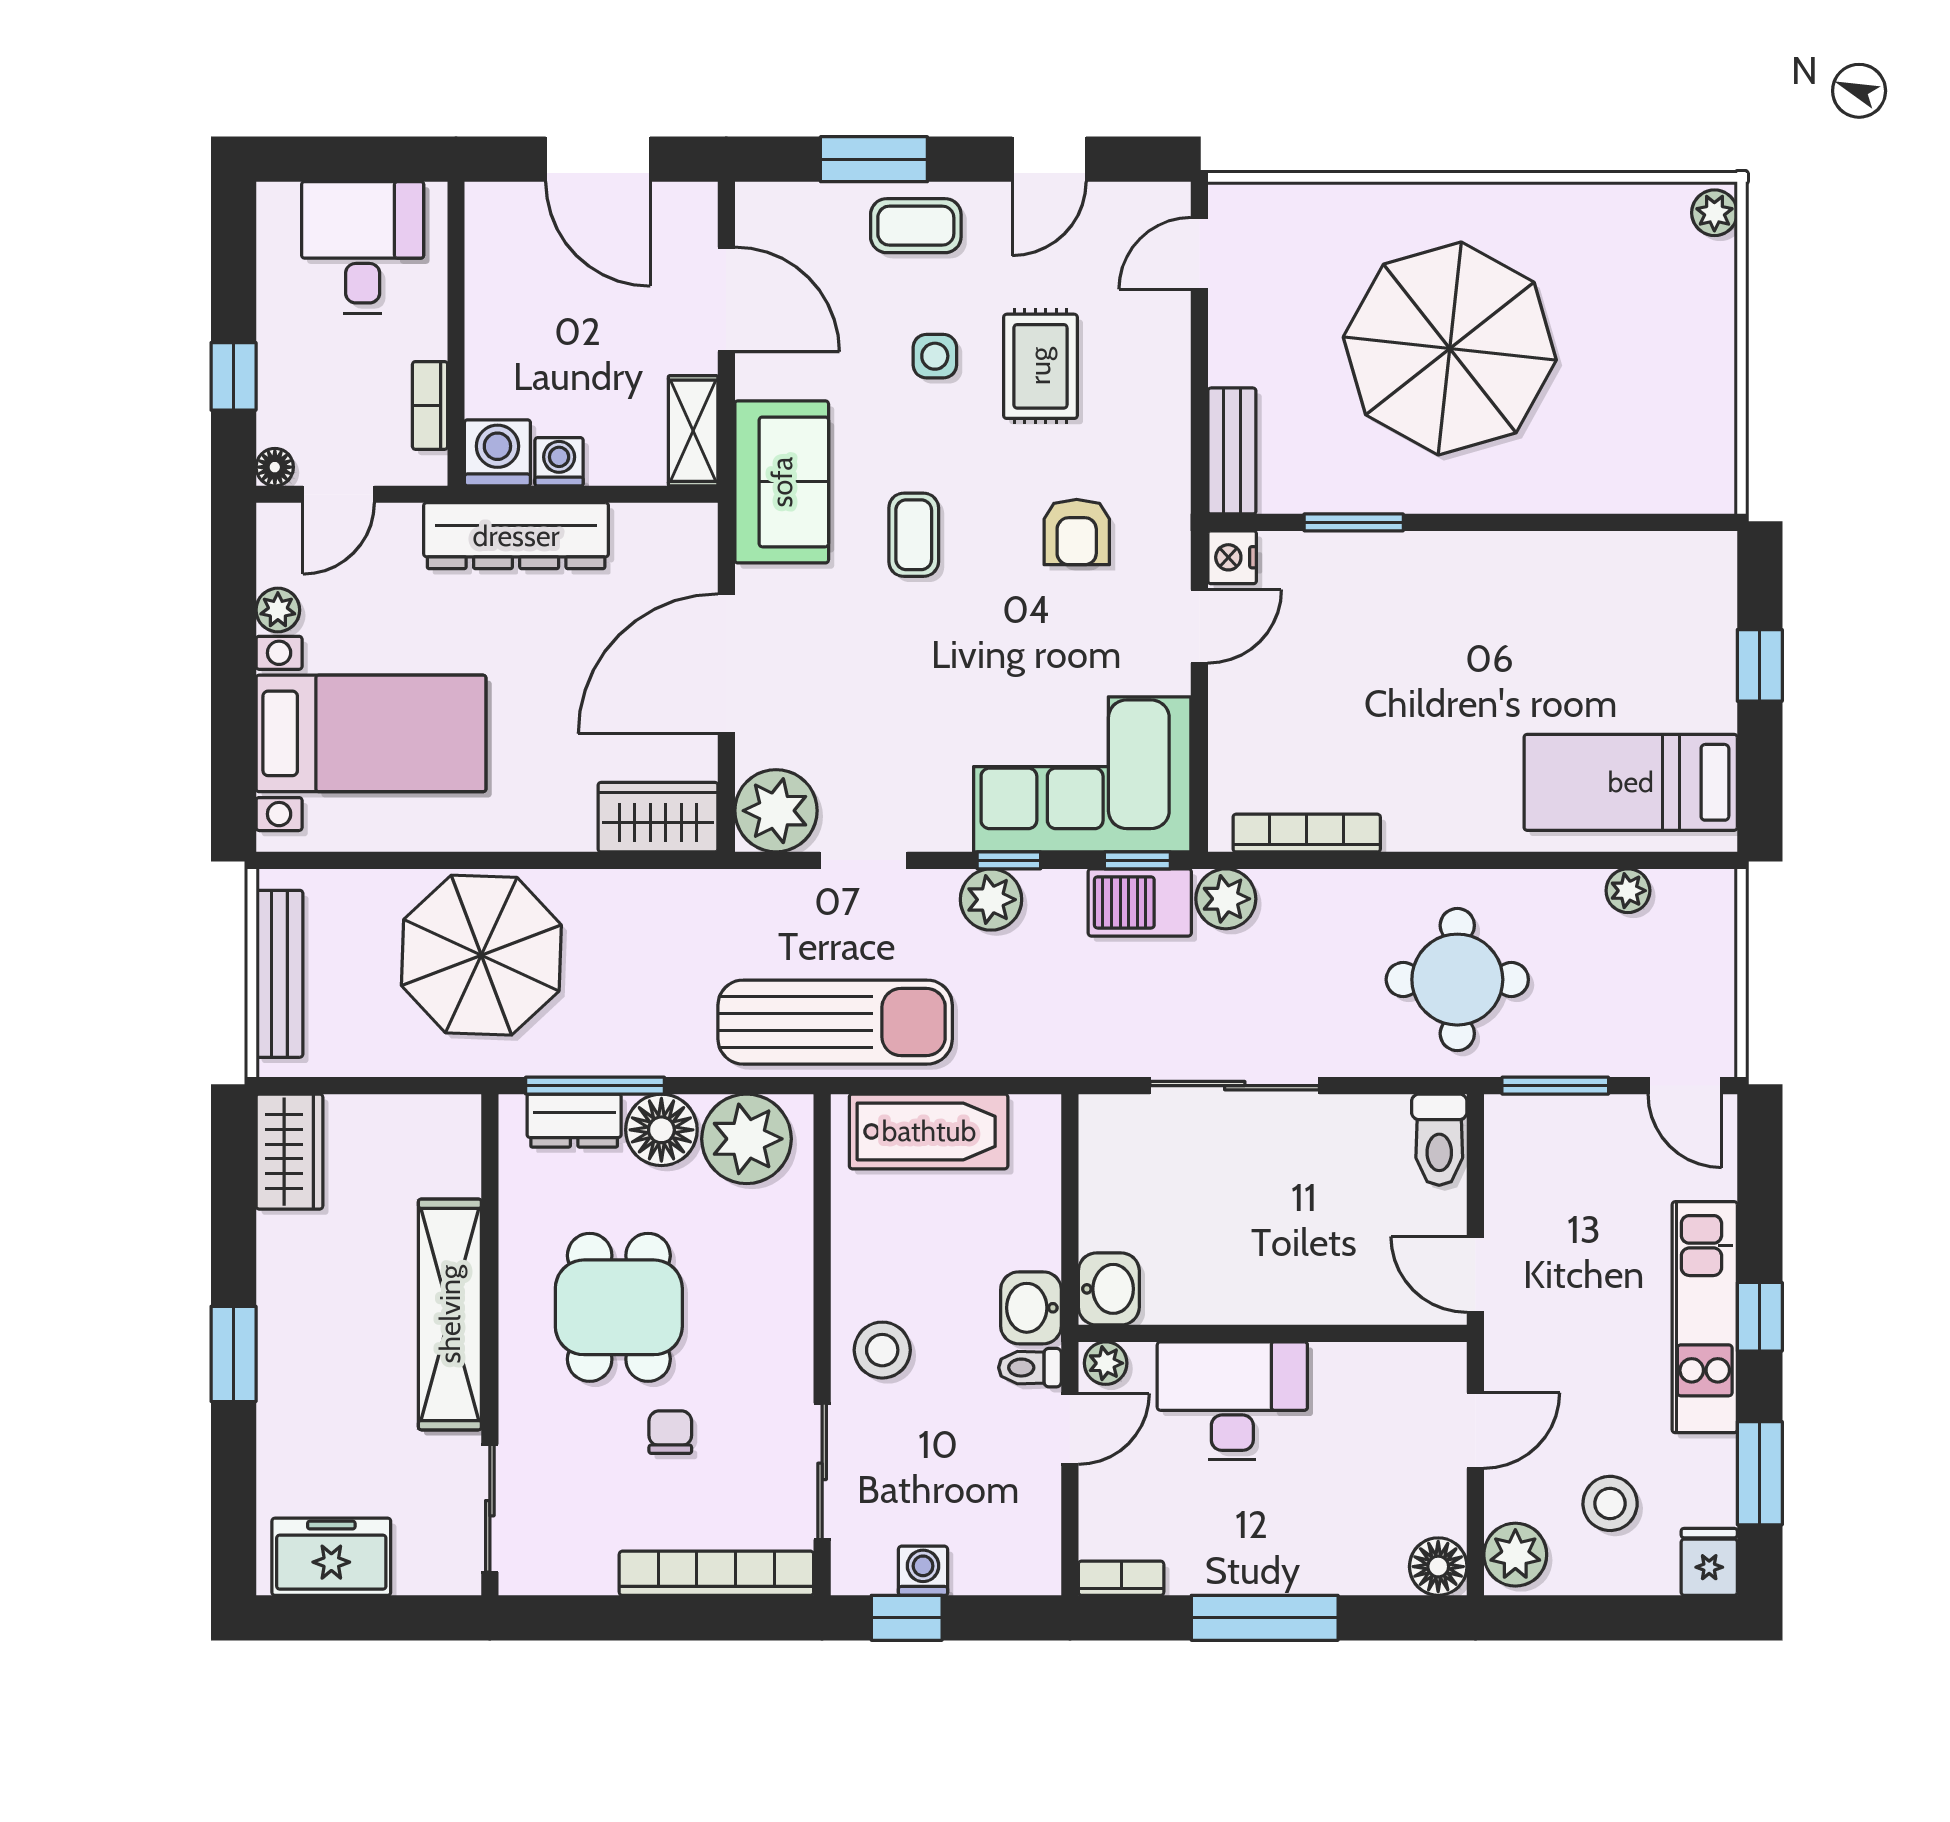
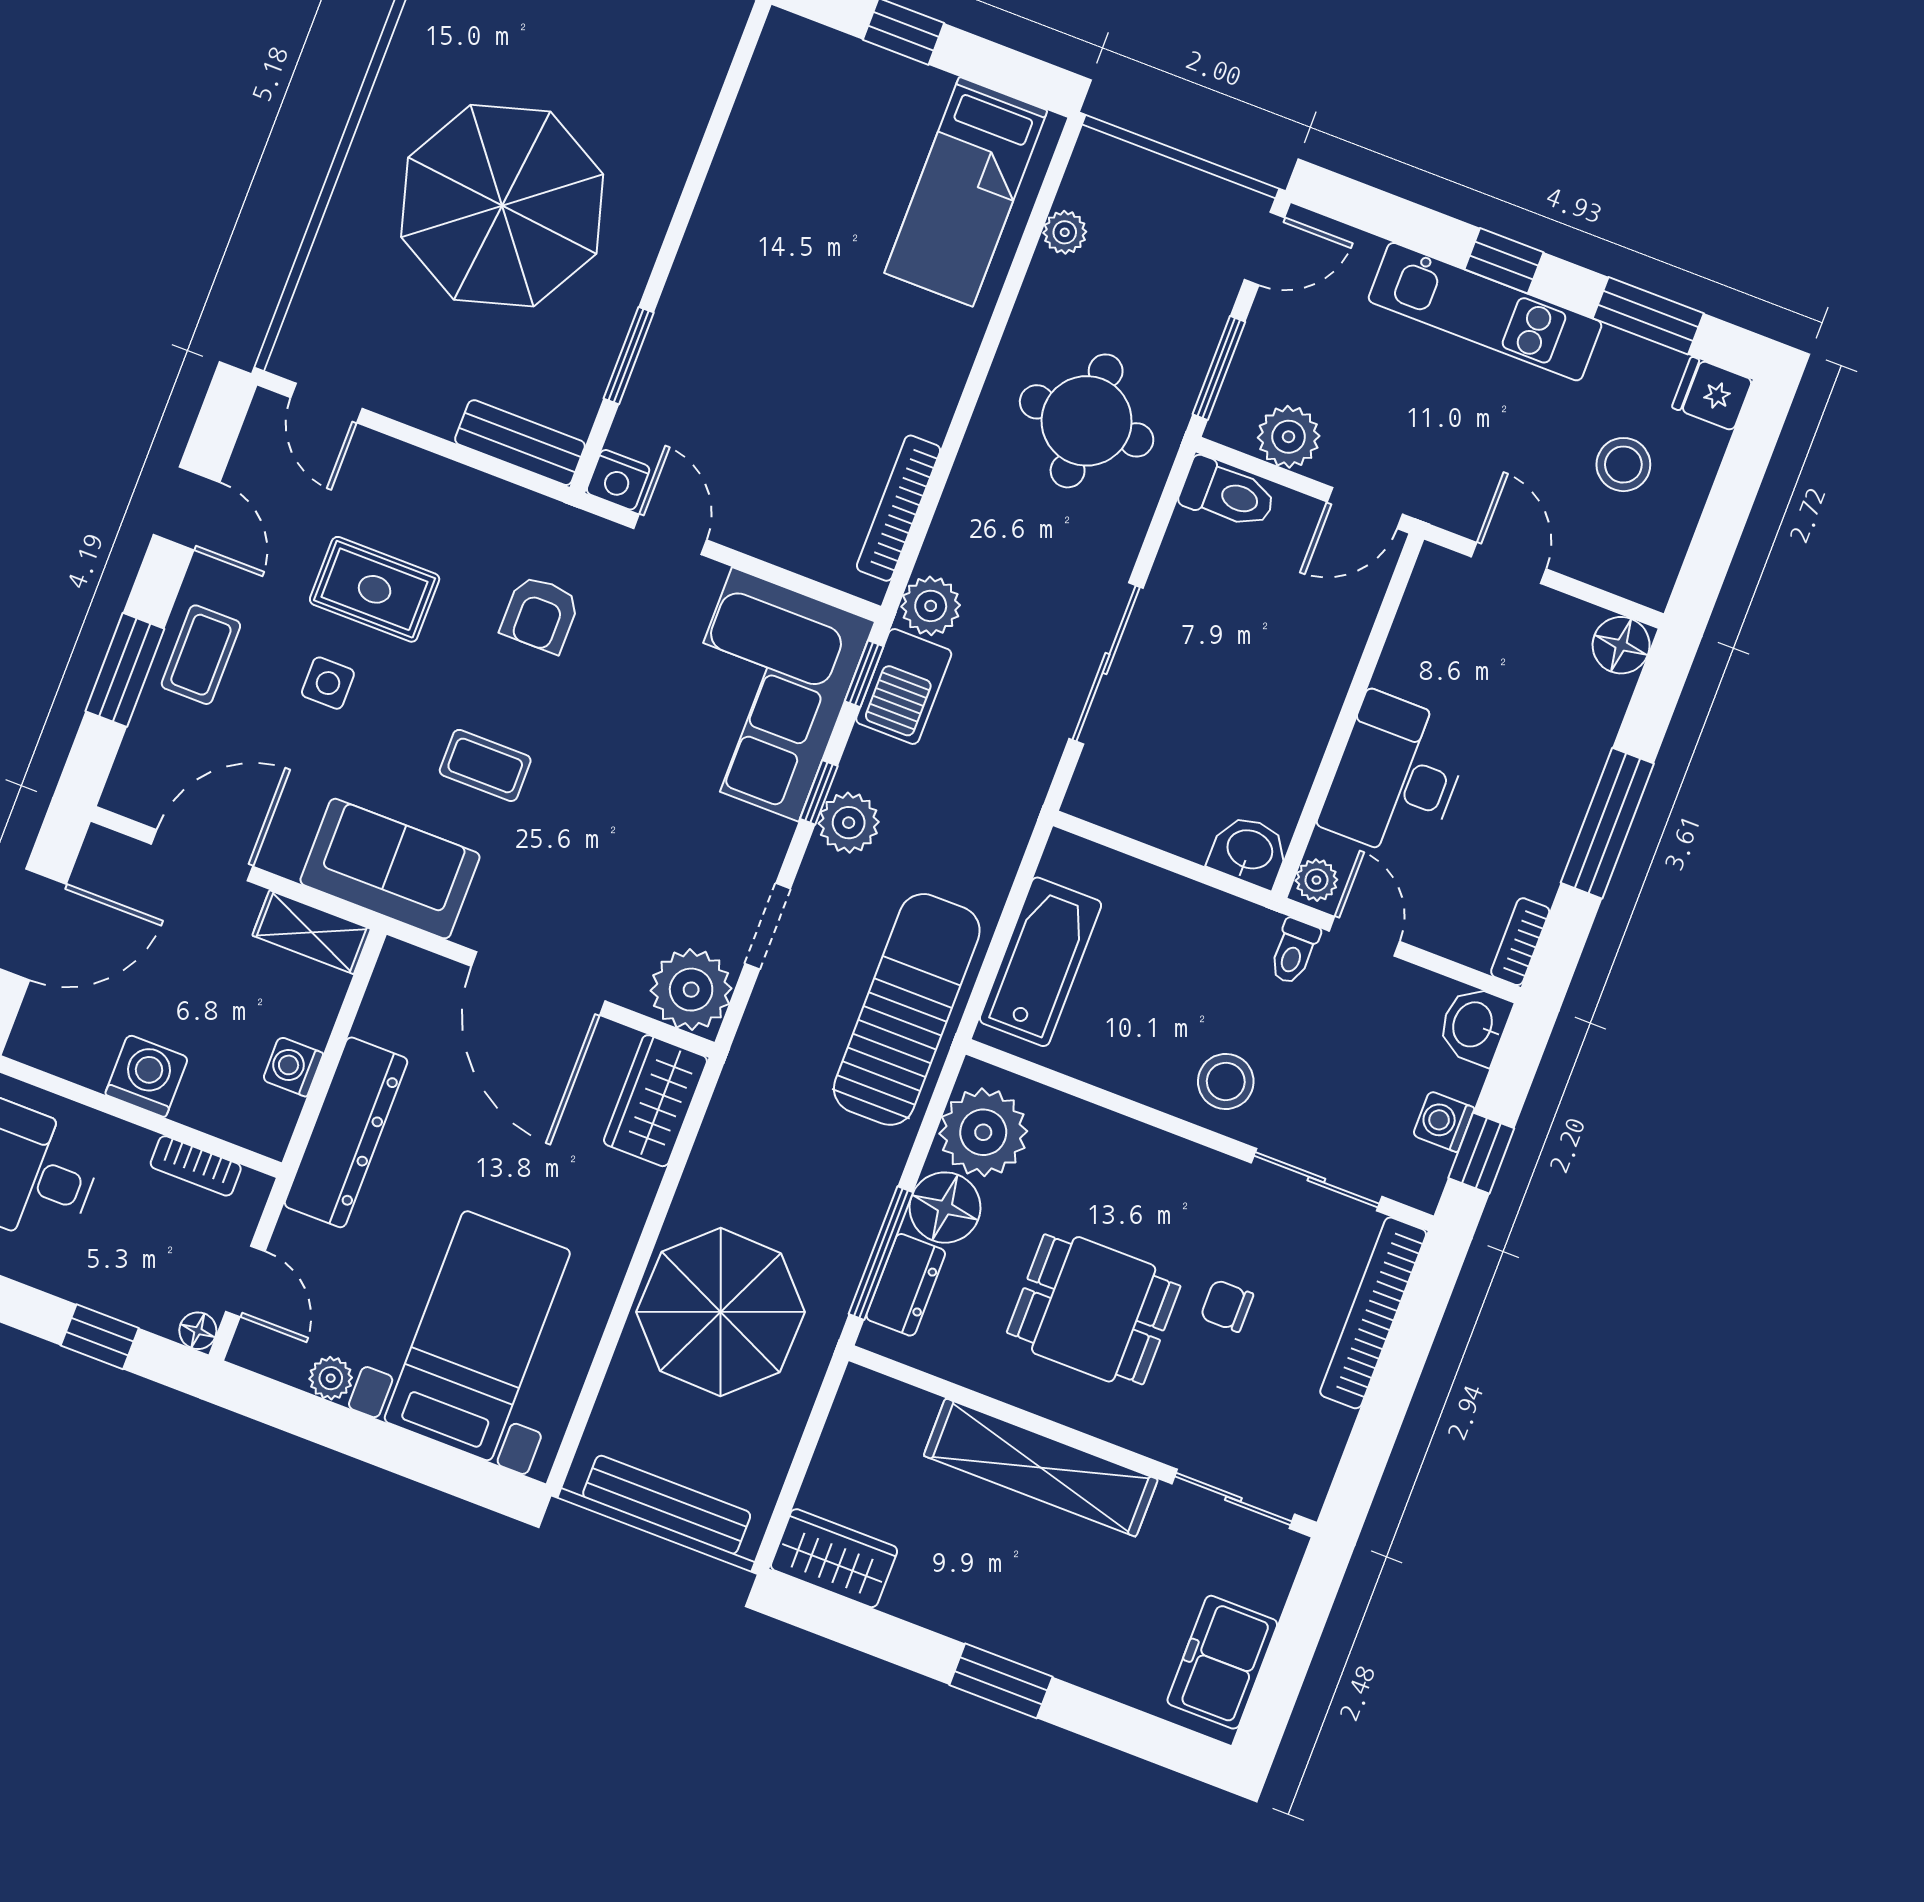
washing machine: (497, 453) -> (147, 1076), moved, turned 90
armchair: (1077, 532) -> (540, 614), turned 90
washbasin: (1031, 1308) -> (1474, 1025), moved, turned 90
plant: (1515, 1555) -> (1289, 437), moved

